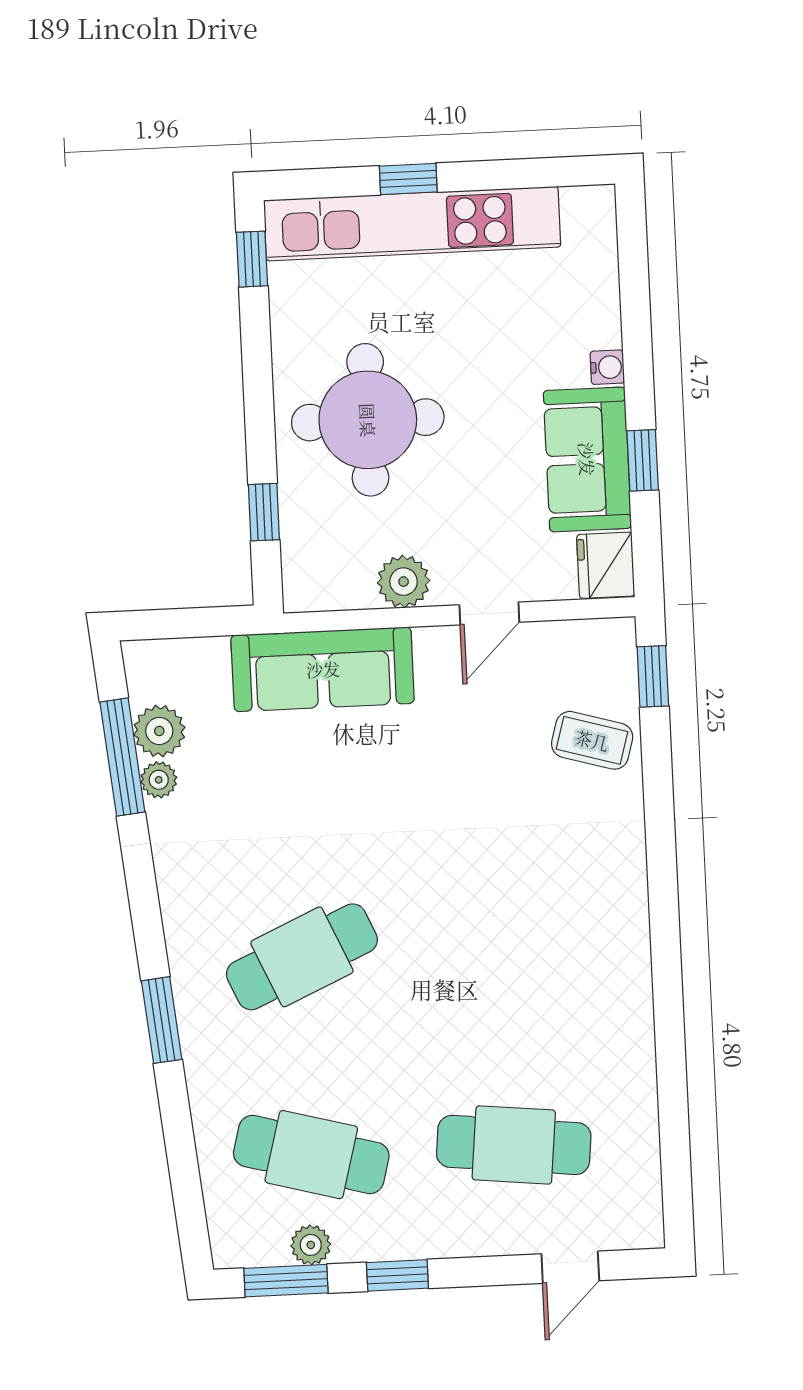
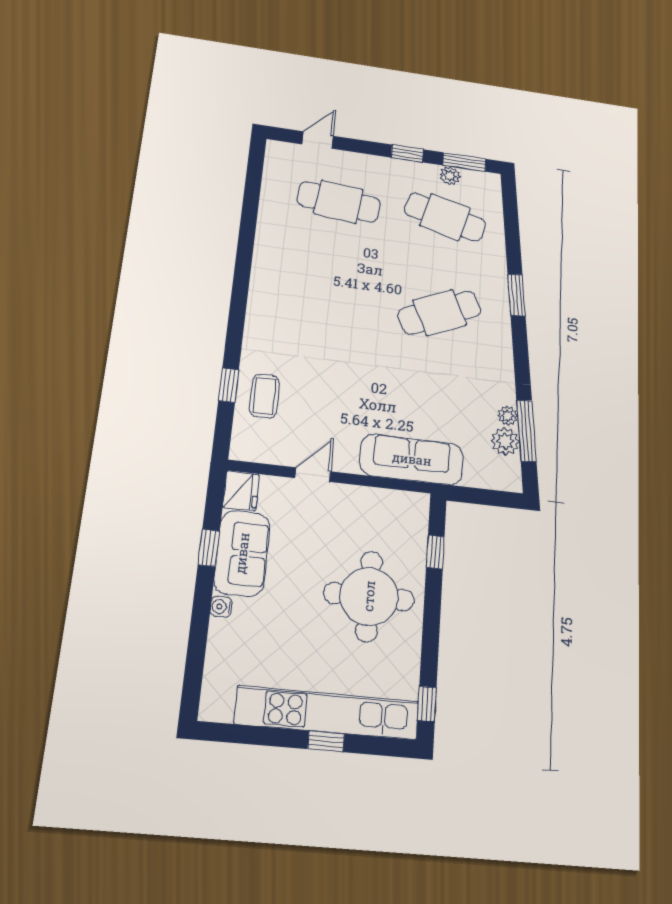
plant: (404, 582) -> (360, 500), removed
window: (653, 676) -> (229, 385), moved
coffee table: (592, 740) -> (264, 396), turned 74

